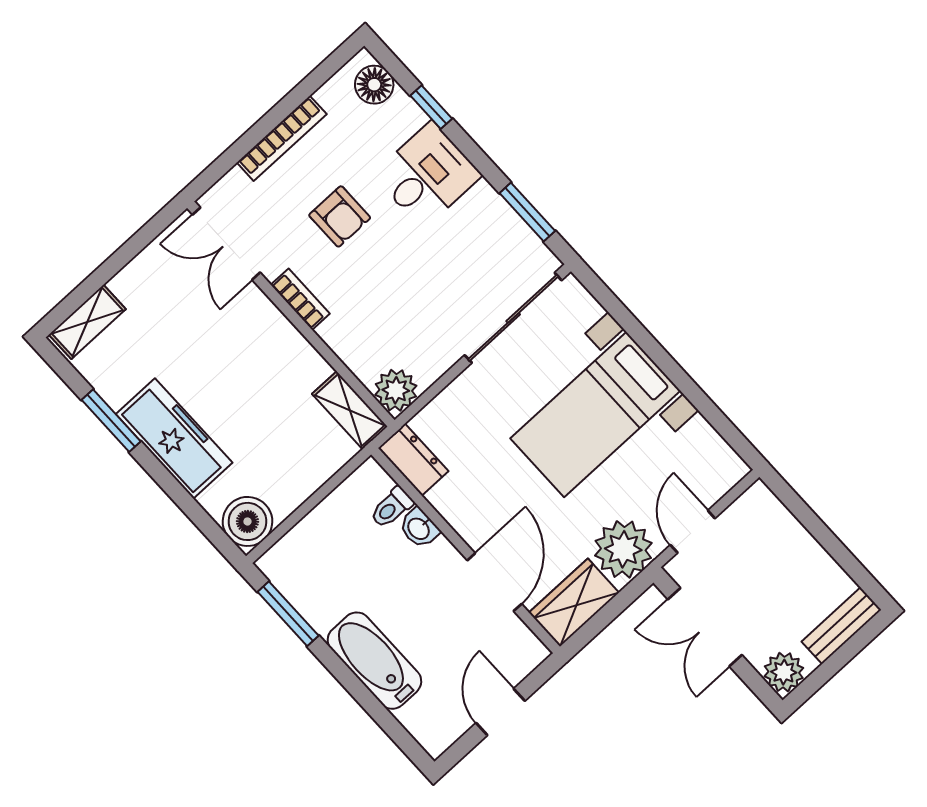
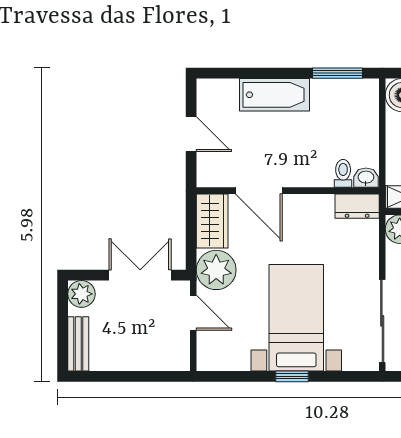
window: (664, 361) -> (292, 376), added
washbasin: (419, 528) -> (366, 178), moved

